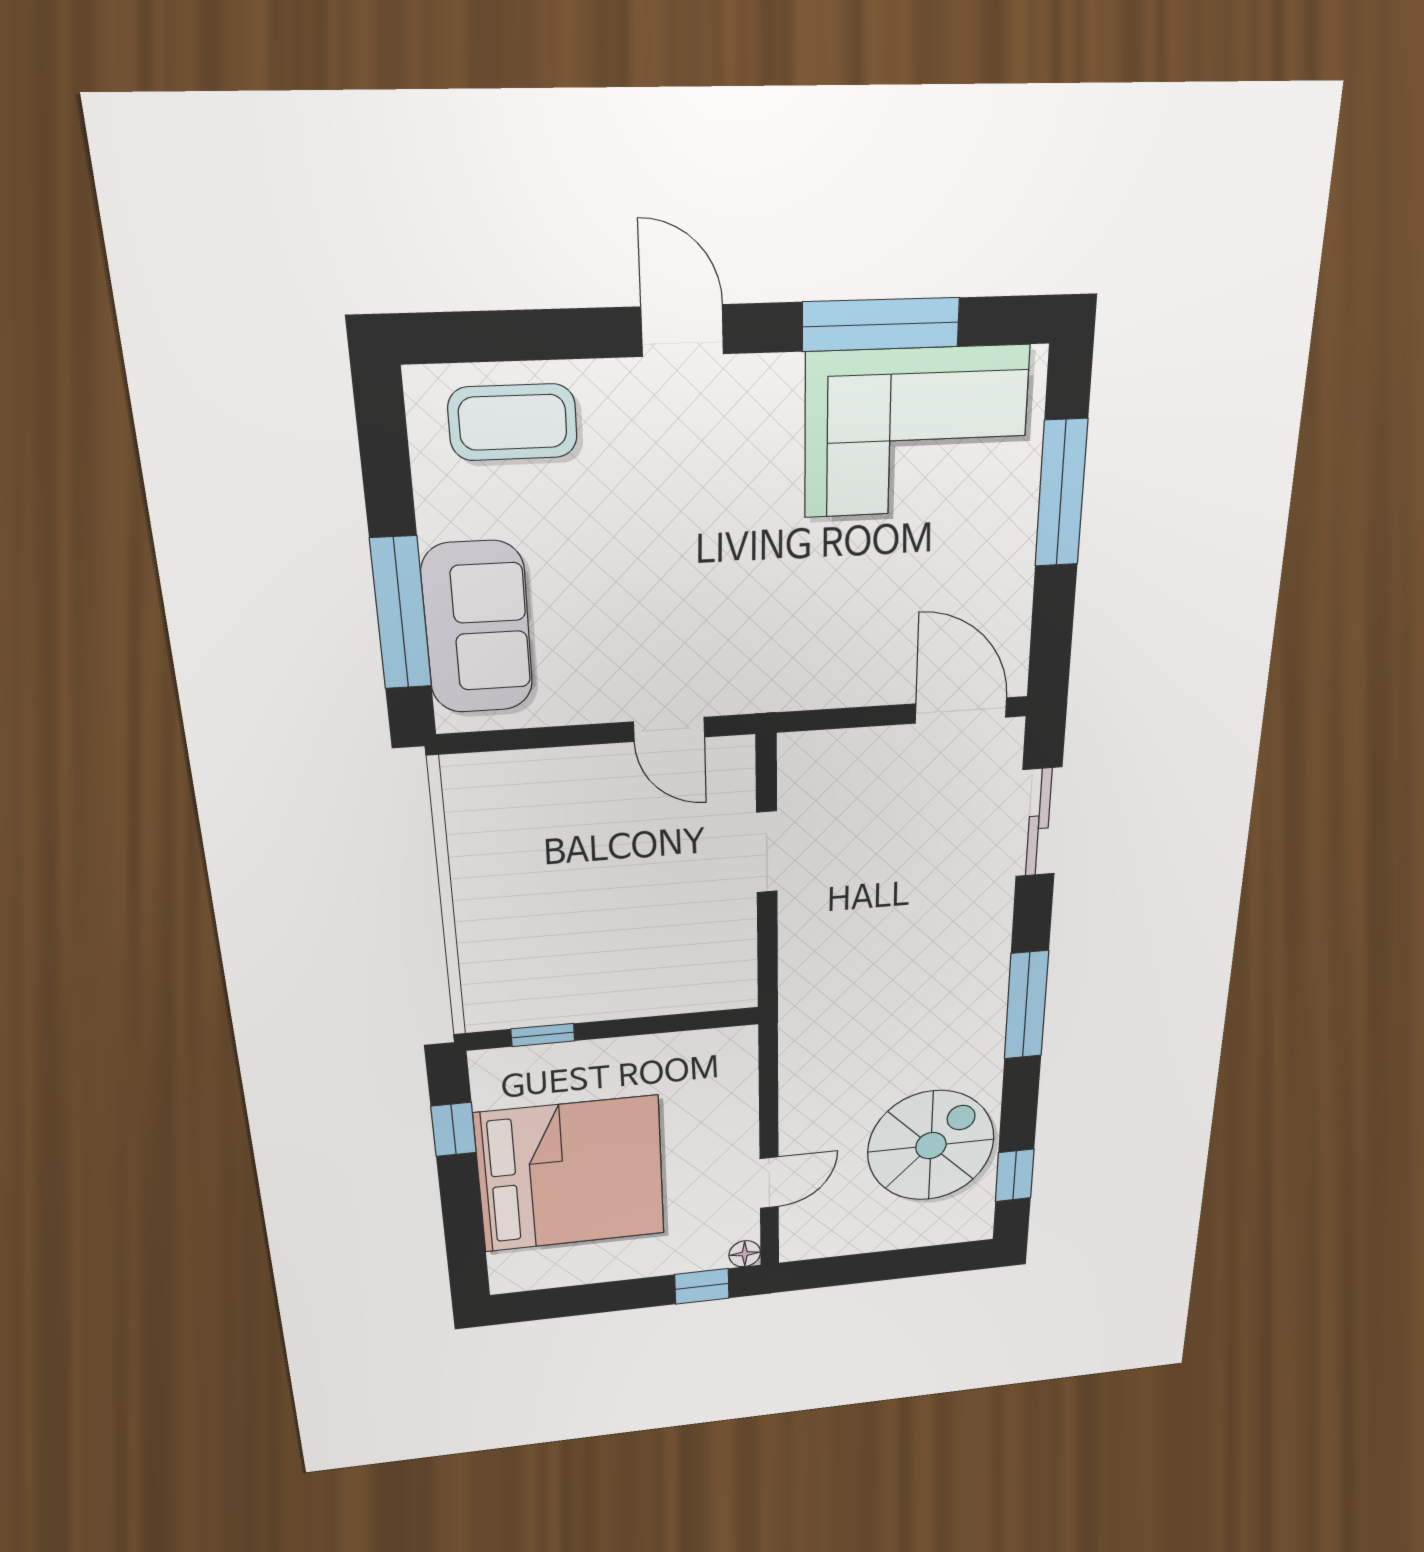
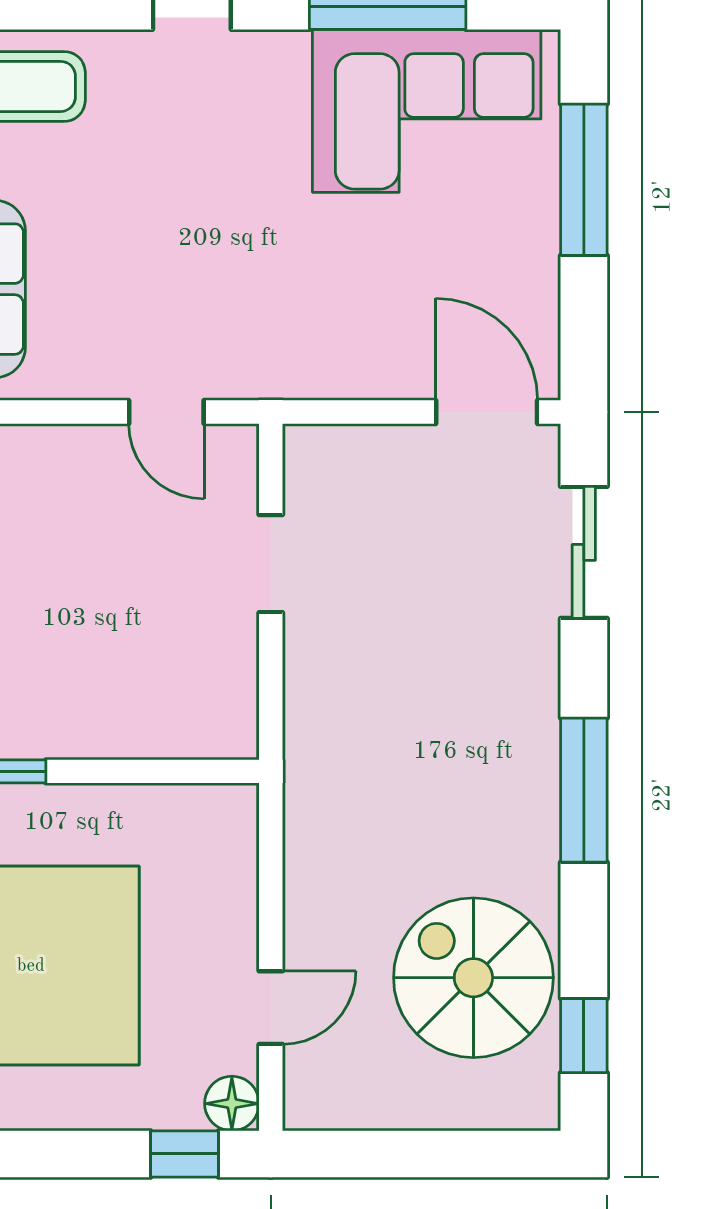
spiral stairs: (931, 1146) -> (473, 978), turned -90
floor lamp: (745, 1254) -> (232, 1104), width x1.37, depth x1.37

